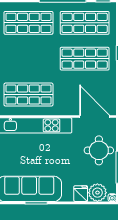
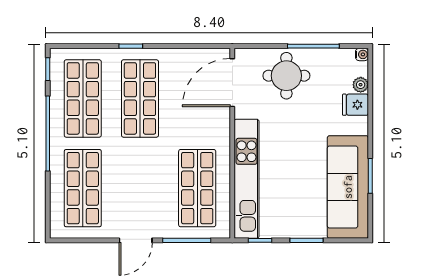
plant: (97, 193) -> (361, 85), width x0.53, depth x0.53

